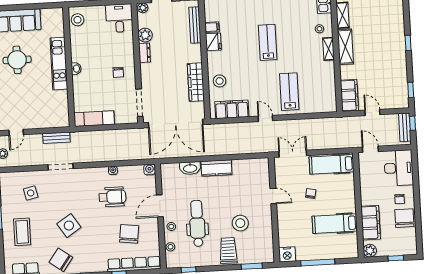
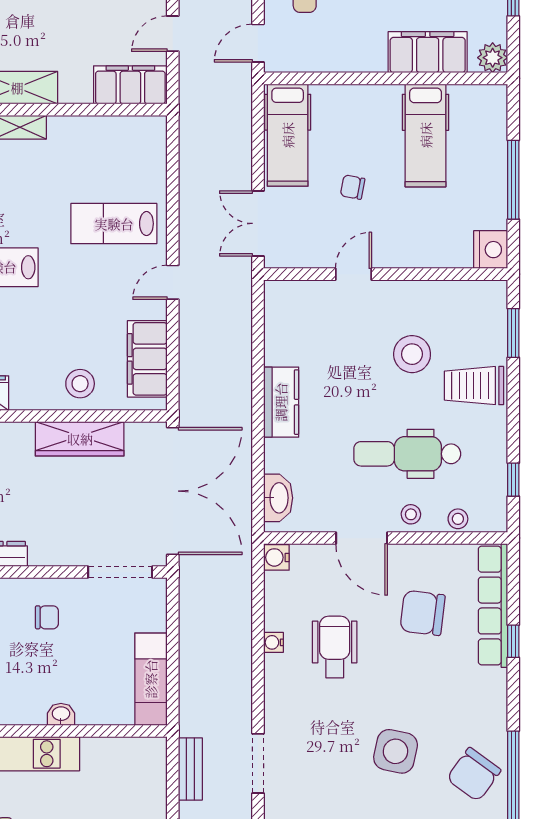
washbasin: (76, 69) -> (61, 714), moved
washbasin: (190, 168) -> (278, 498), moved
side table: (69, 226) -> (396, 751), turned 45

